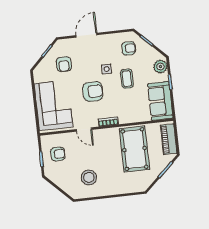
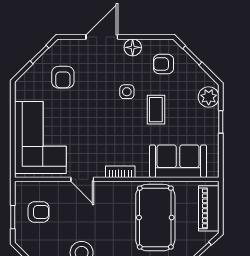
floor lamp: (107, 40) -> (133, 47), added
armchair: (129, 48) -> (164, 64), turned 180
armchair: (93, 91) -> (102, 123), removed
sofa: (160, 101) -> (178, 161), moved, turned 90

